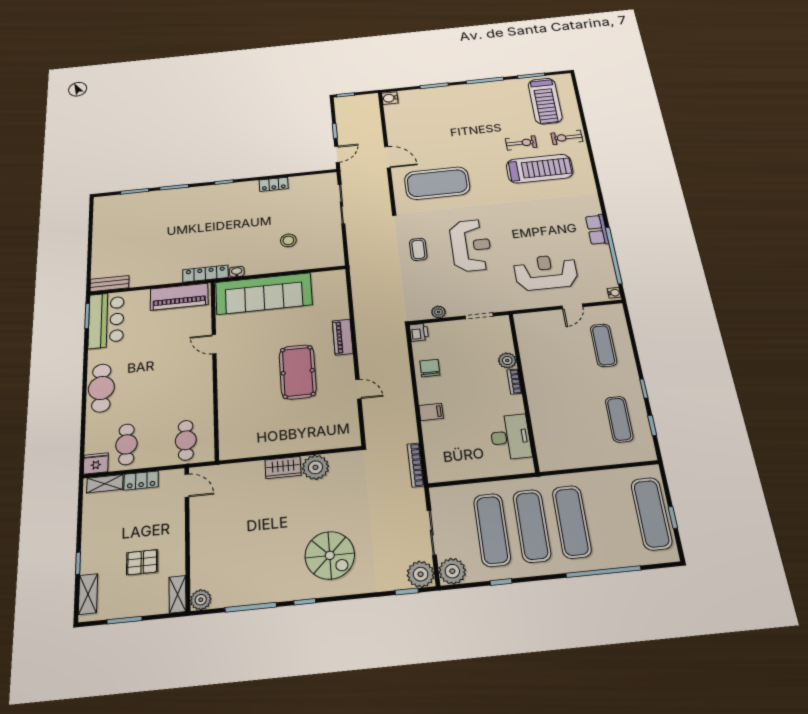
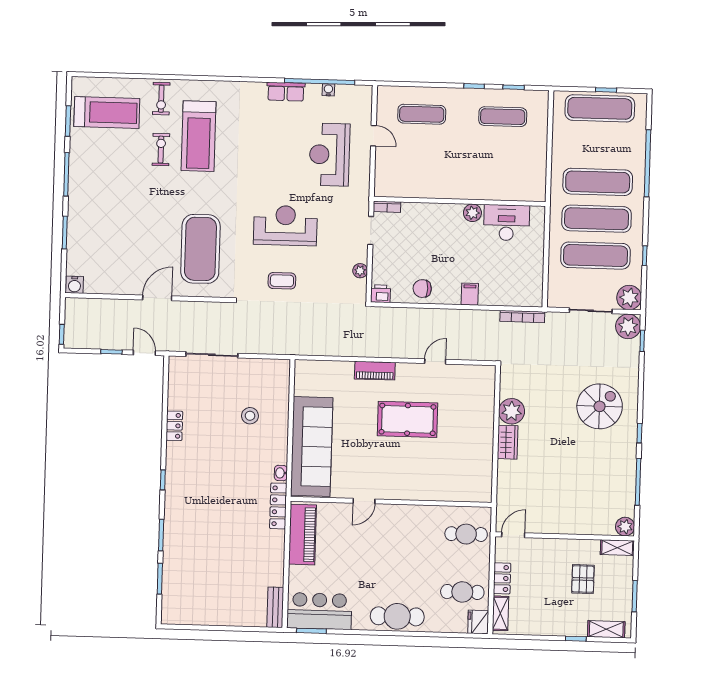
treadmill: (540, 169) -> (199, 136), turned 180
water cooler: (614, 293) -> (328, 90), moved
plant: (507, 360) -> (472, 213), moved
bookcase: (514, 382) -> (387, 207), moved

